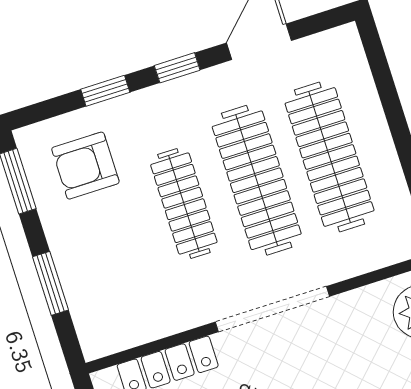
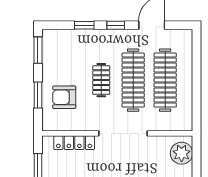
armchair: (85, 166) -> (64, 97), moved
clothes rail: (184, 203) -> (101, 80), width x0.73

